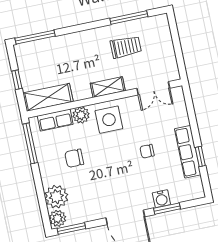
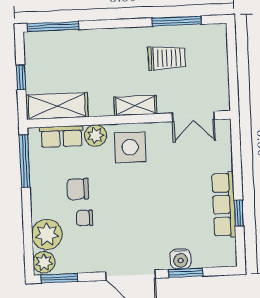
chair: (147, 151) -> (85, 218), moved

